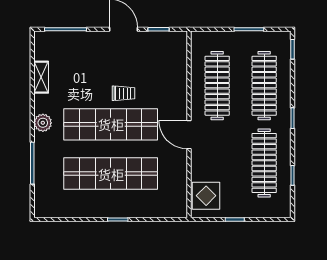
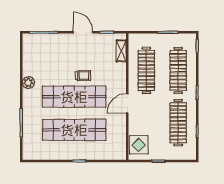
shelving: (41, 77) -> (121, 51), moved
plant: (43, 123) -> (28, 82), moved
door: (189, 135) -> (127, 104), hinge flipped

